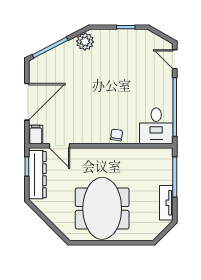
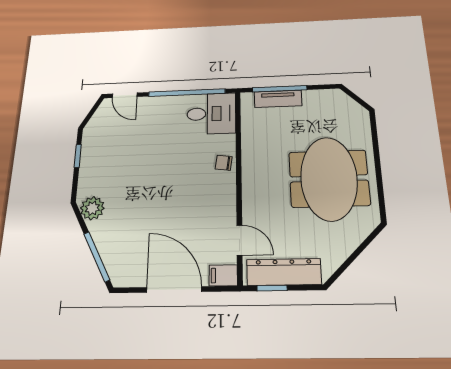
door: (175, 59) -> (125, 95), hinge flipped
door: (59, 146) -> (240, 240), hinge flipped
tv unit: (166, 203) -> (278, 99), moved
meeting table: (102, 208) -> (329, 178), turned 90

